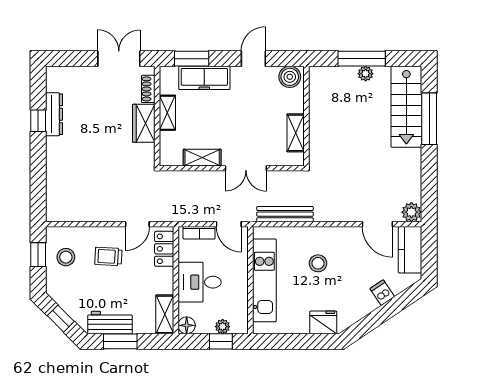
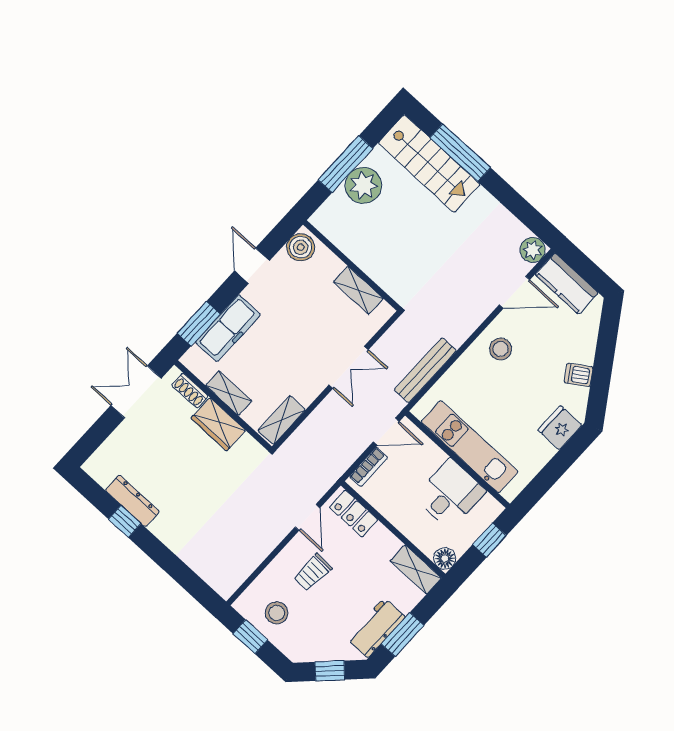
plant: (366, 74) -> (363, 185), width x1.87, depth x1.87
shelving: (202, 158) -> (282, 420), moved
stool: (318, 263) -> (501, 349), moved
desk: (200, 282) -> (450, 494), moved, turned 180
dishwasher: (382, 293) -> (579, 375), moved
plant: (223, 327) -> (477, 526), removed

